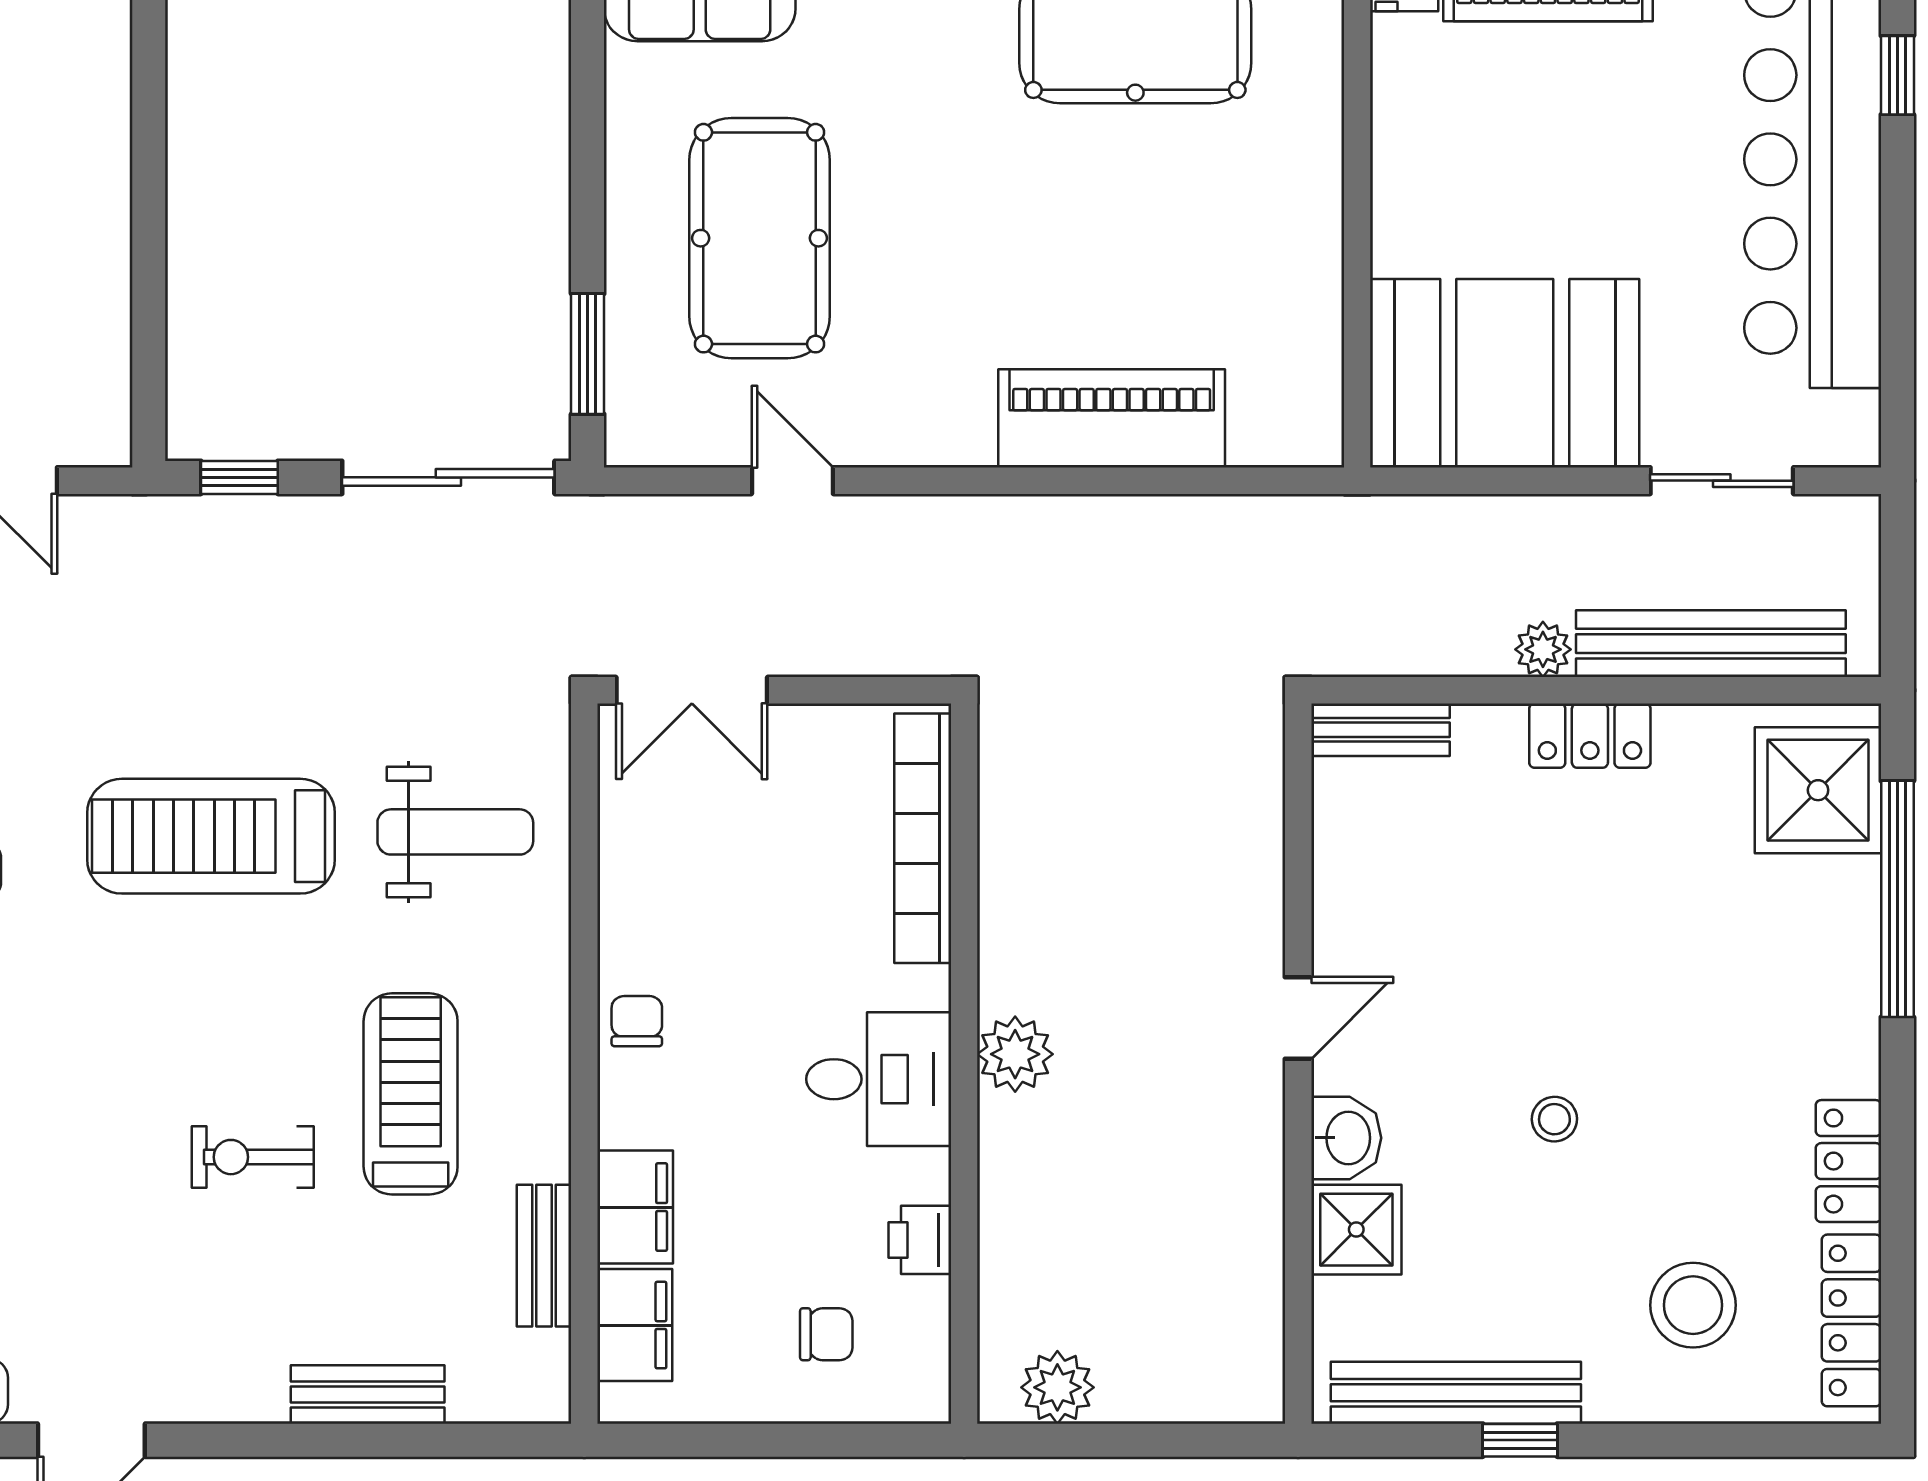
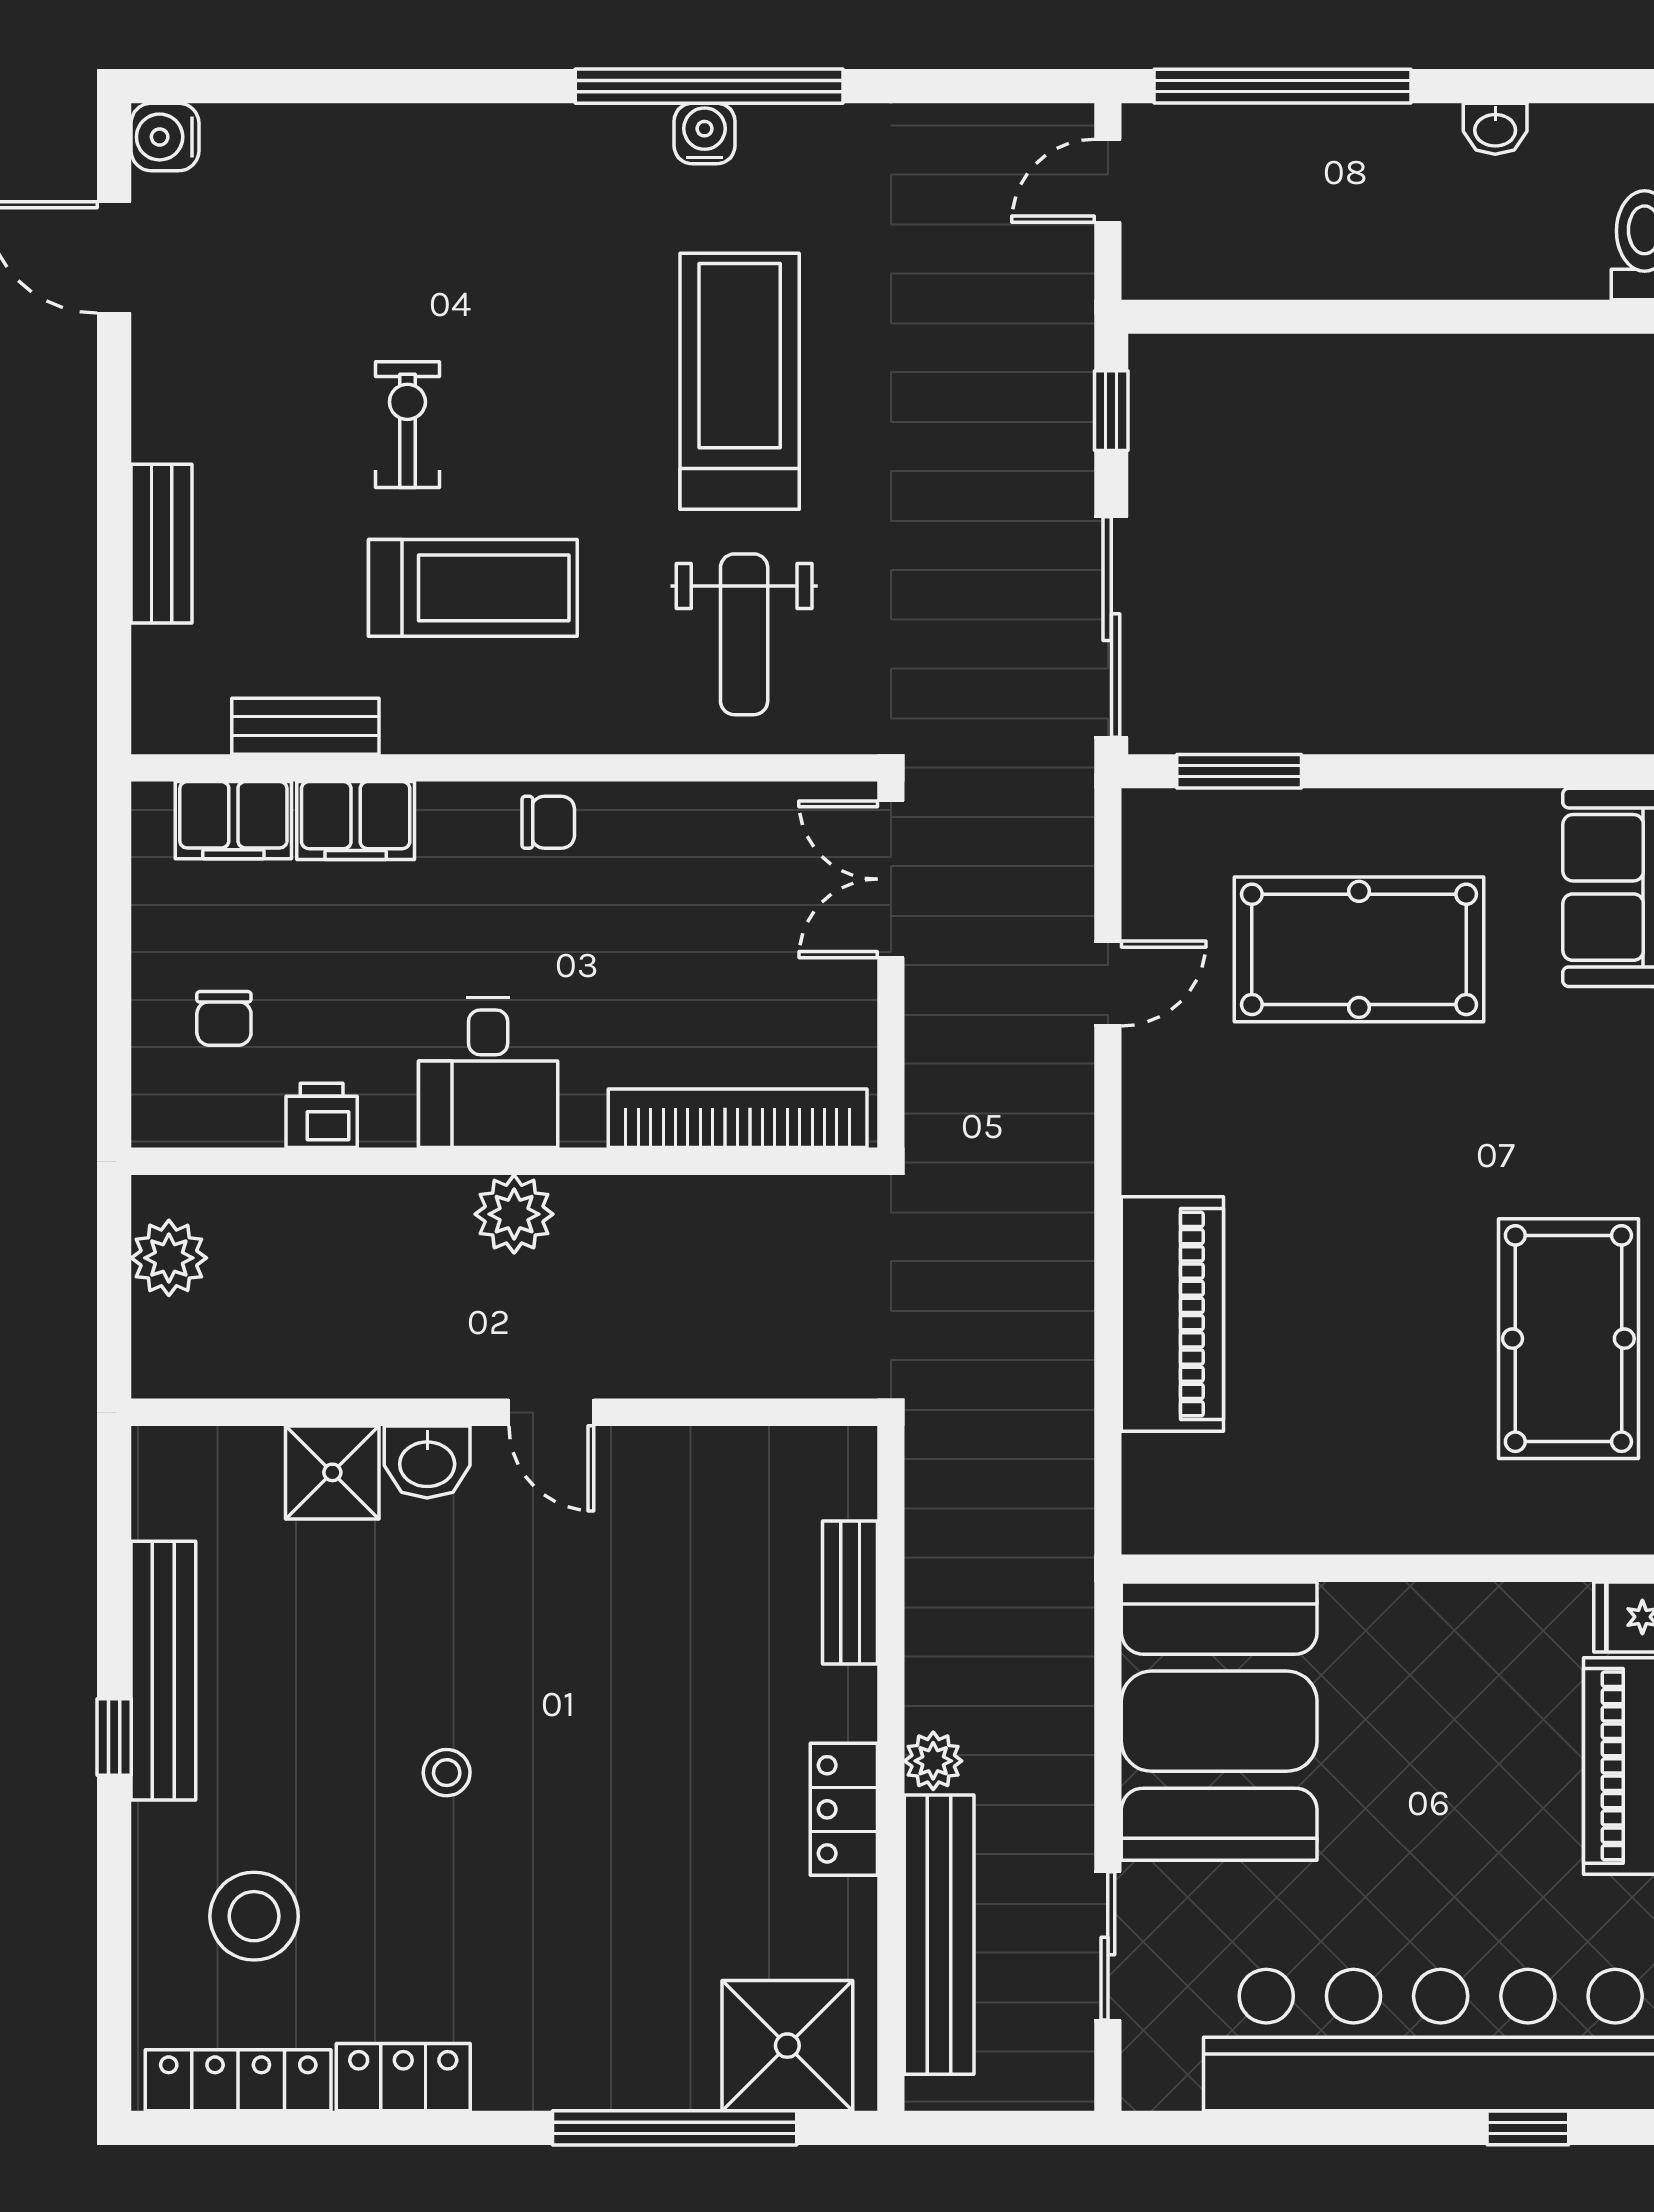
door: (1298, 1018) -> (551, 1412), moved
wall: (1298, 1064) -> (504, 1412), moved
washbasin: (1346, 1138) -> (427, 1462), moved
shower: (1356, 1230) -> (332, 1472), moved

